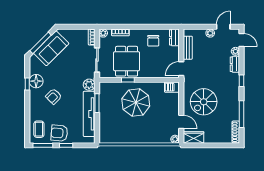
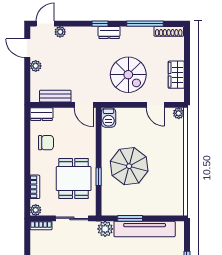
dining table: (127, 61) -> (74, 179), turned 90
dresser: (235, 64) -> (109, 33), moved
door: (181, 122) -> (155, 105), swing flipped
wardrobe: (194, 137) -> (176, 75), moved

